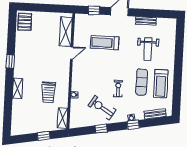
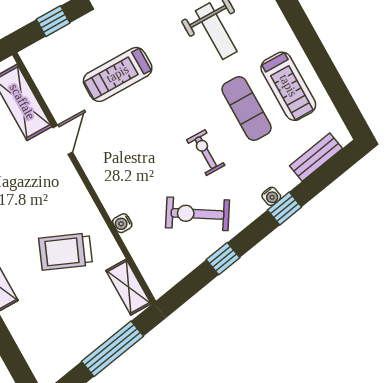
trolley: (49, 92) -> (66, 252), turned 113
window: (44, 136) -> (112, 349), width x2.17

